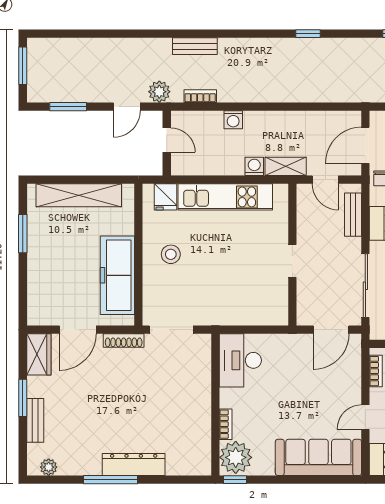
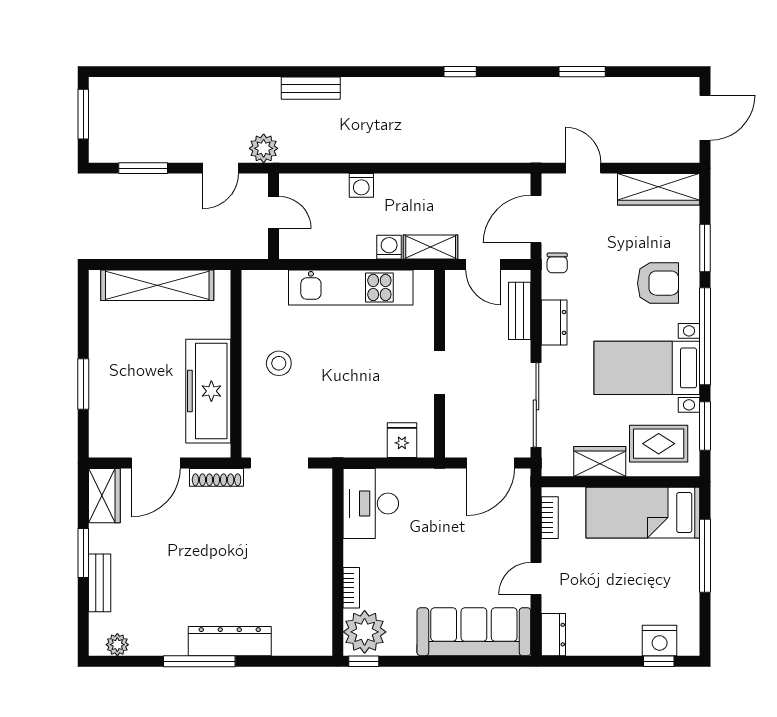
bookcase: (200, 96) -> (318, 154), removed
fridge: (165, 197) -> (402, 440), moved, turned 180
window: (23, 234) -> (83, 384), moved

